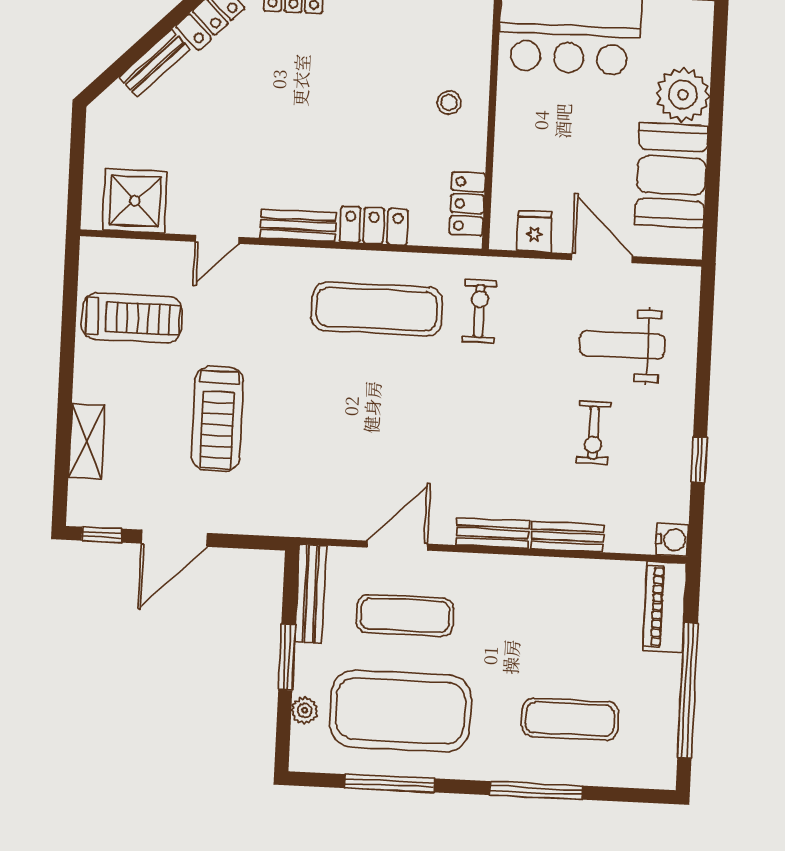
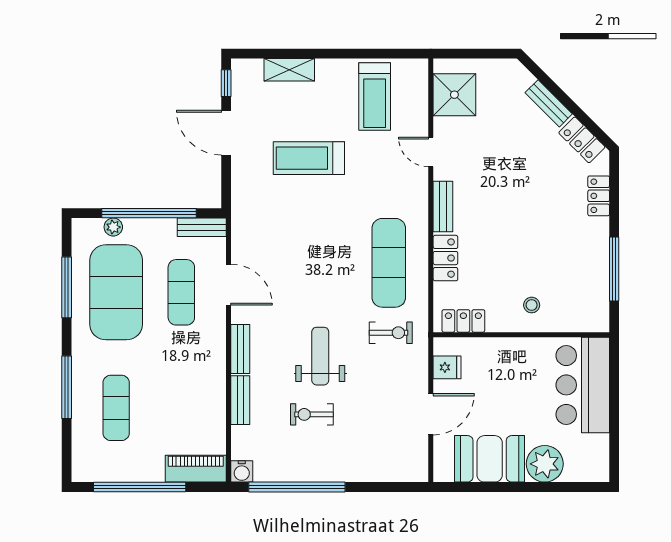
weight bench: (622, 345) -> (320, 356), moved
window: (699, 460) -> (297, 487), width x3.17
bench: (311, 594) -> (202, 227), width x0.73
window: (287, 657) -> (149, 213), width x2.11

